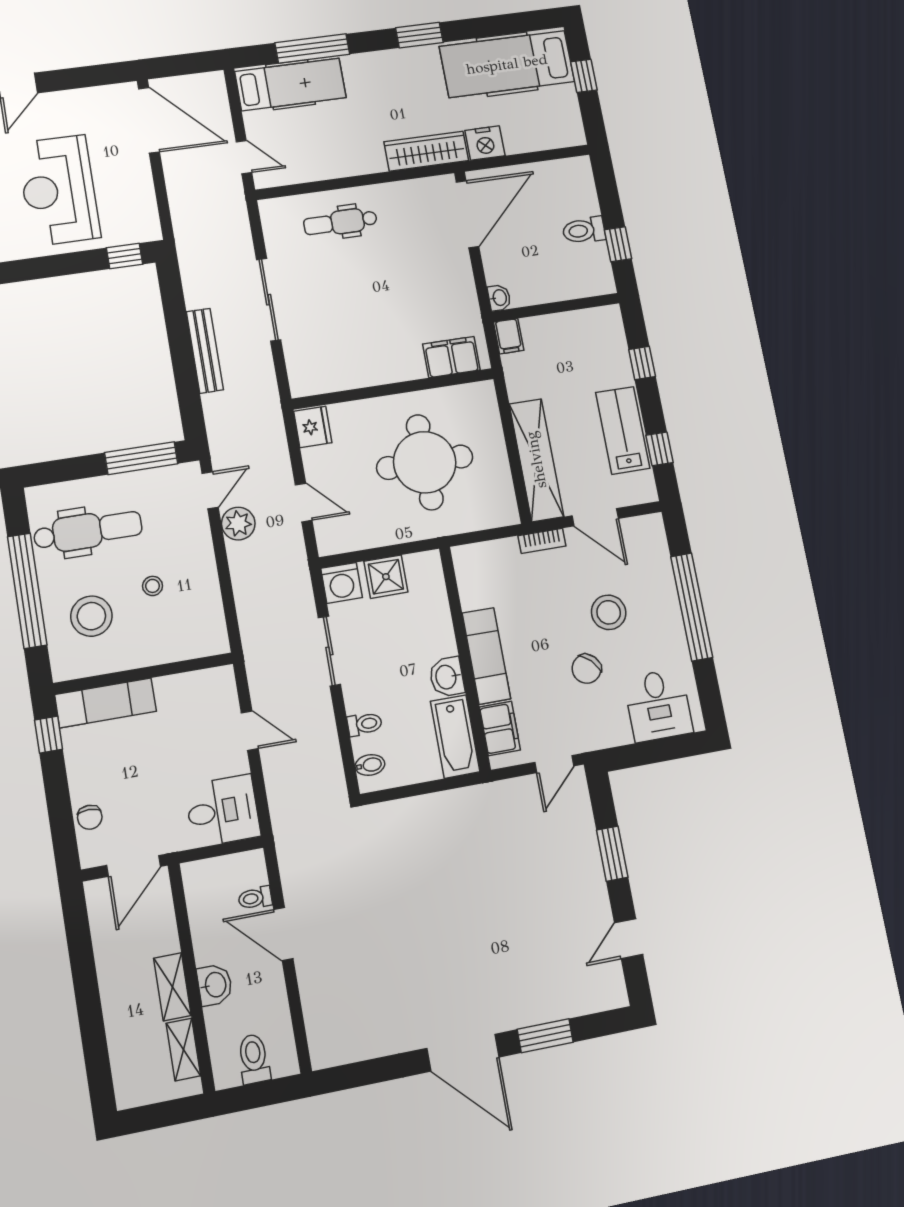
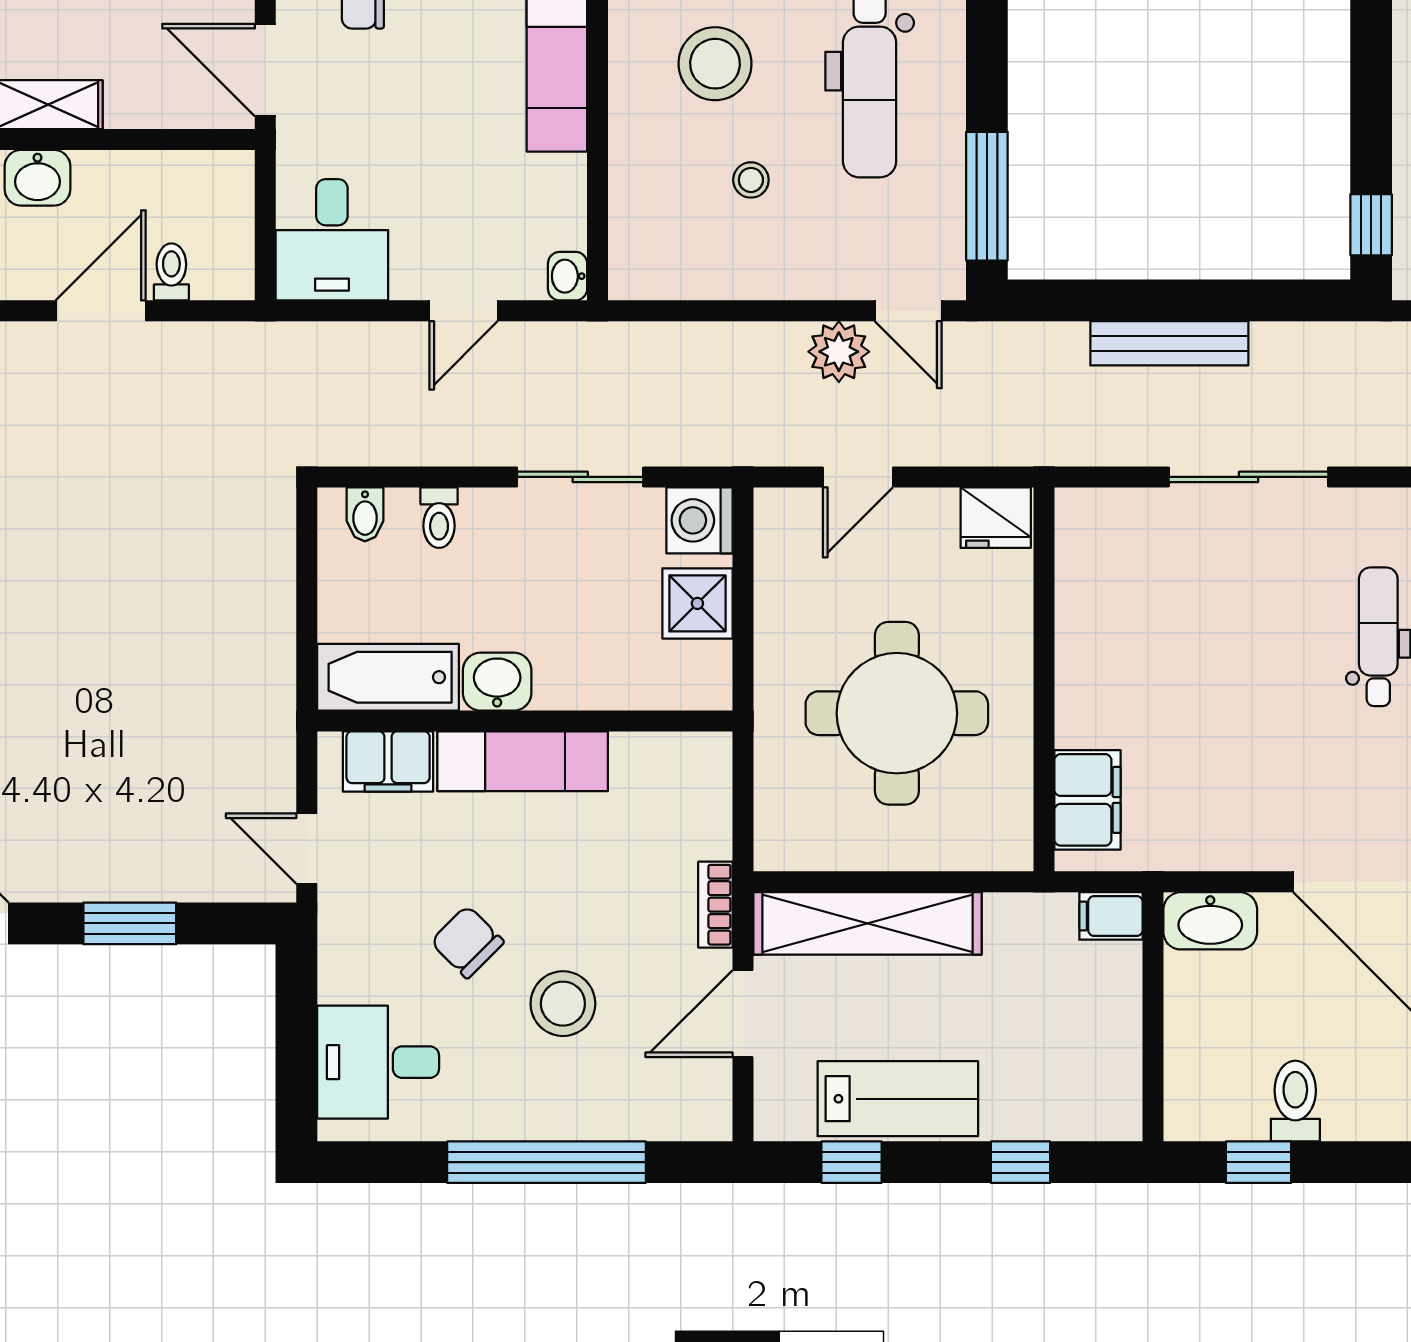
washbasin: (499, 298) -> (1210, 921), width x1.91, depth x1.45
washbasin: (221, 677) -> (568, 276), added

